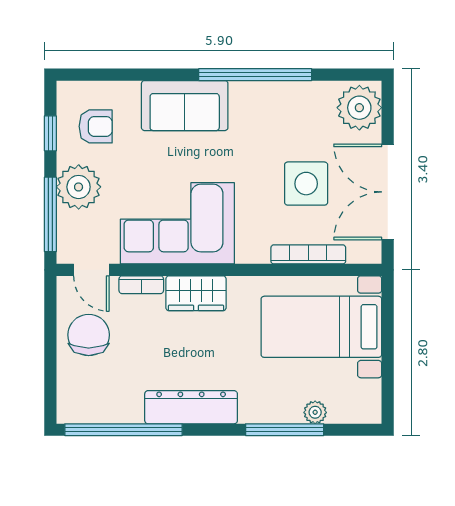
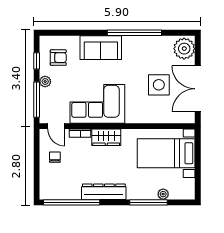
plant: (79, 187) -> (45, 82), width x0.53, depth x0.53
bookcase: (308, 254) -> (160, 119), removed
chair: (89, 335) -> (55, 157), width x0.54, depth x0.54

